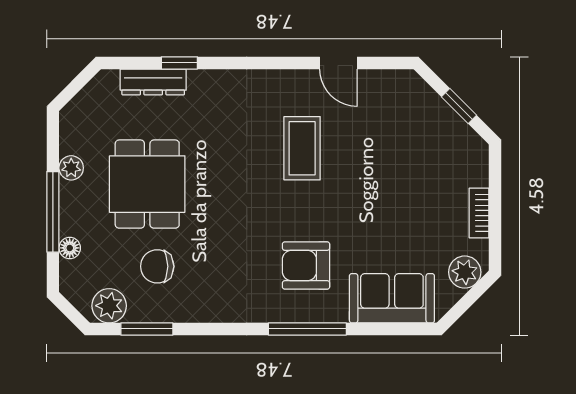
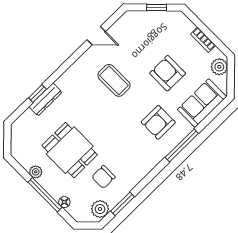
dresser: (153, 82) -> (45, 99), moved
armchair: (385, 211) -> (168, 73), added

